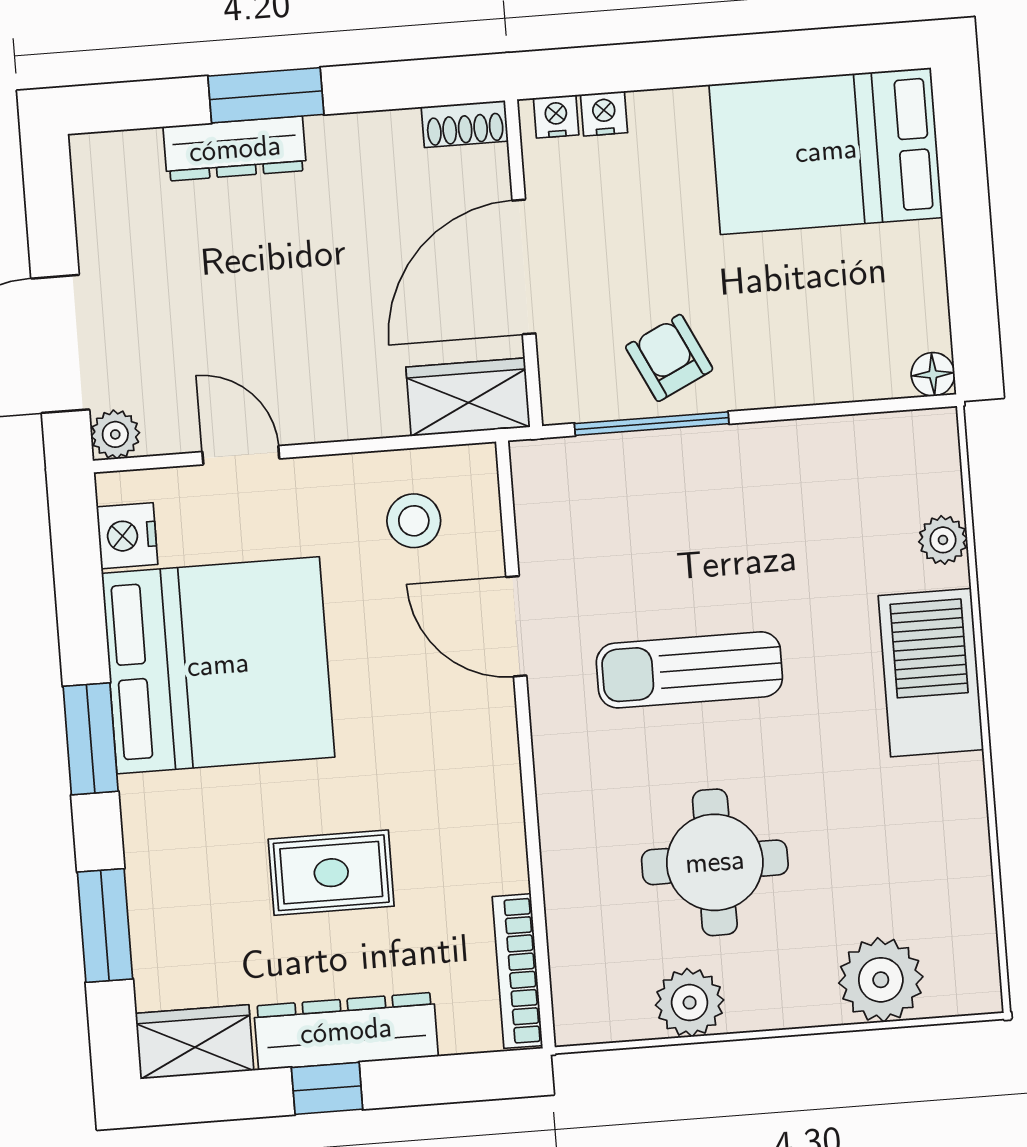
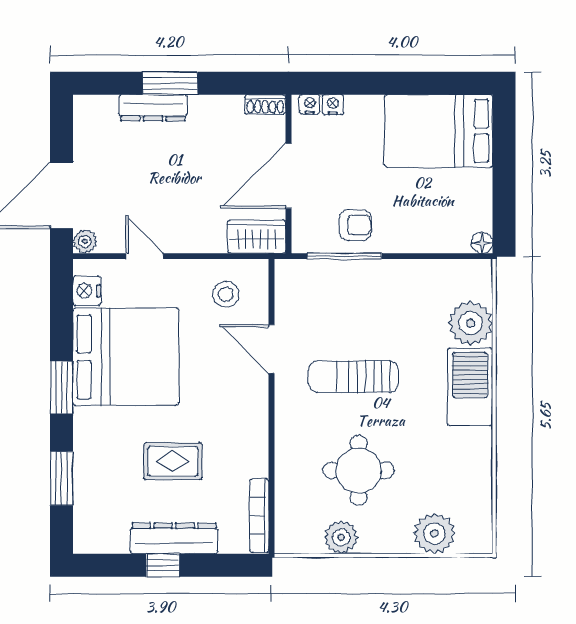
armchair: (669, 358) -> (355, 225), turned 116
plant: (943, 540) -> (470, 323), width x1.87, depth x1.87
wardrobe: (195, 1042) -> (101, 538), removed

